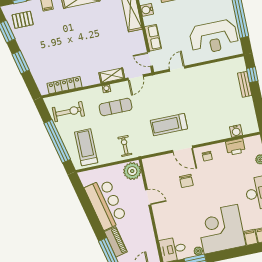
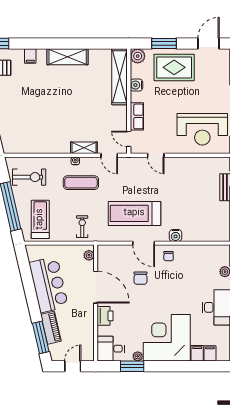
door: (177, 69) -> (156, 155), swing flipped
door: (136, 77) -> (109, 155), hinge flipped
locker: (65, 85) -> (31, 148), removed
treadmill: (169, 125) -> (134, 213), width x1.37, depth x1.38
water cooler: (236, 131) -> (176, 235), moved
printer: (235, 147) -> (105, 316), moved, turned -90
plant: (132, 171) -> (89, 255), width x0.53, depth x0.53
door: (148, 197) -> (96, 287), width x1.88

